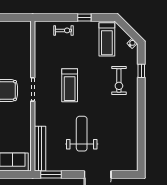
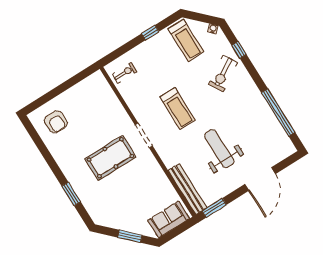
exercise bike: (63, 30) -> (124, 73), moved
exercise bike: (119, 80) -> (223, 73), turned 59
window: (141, 134) -> (278, 112), added

